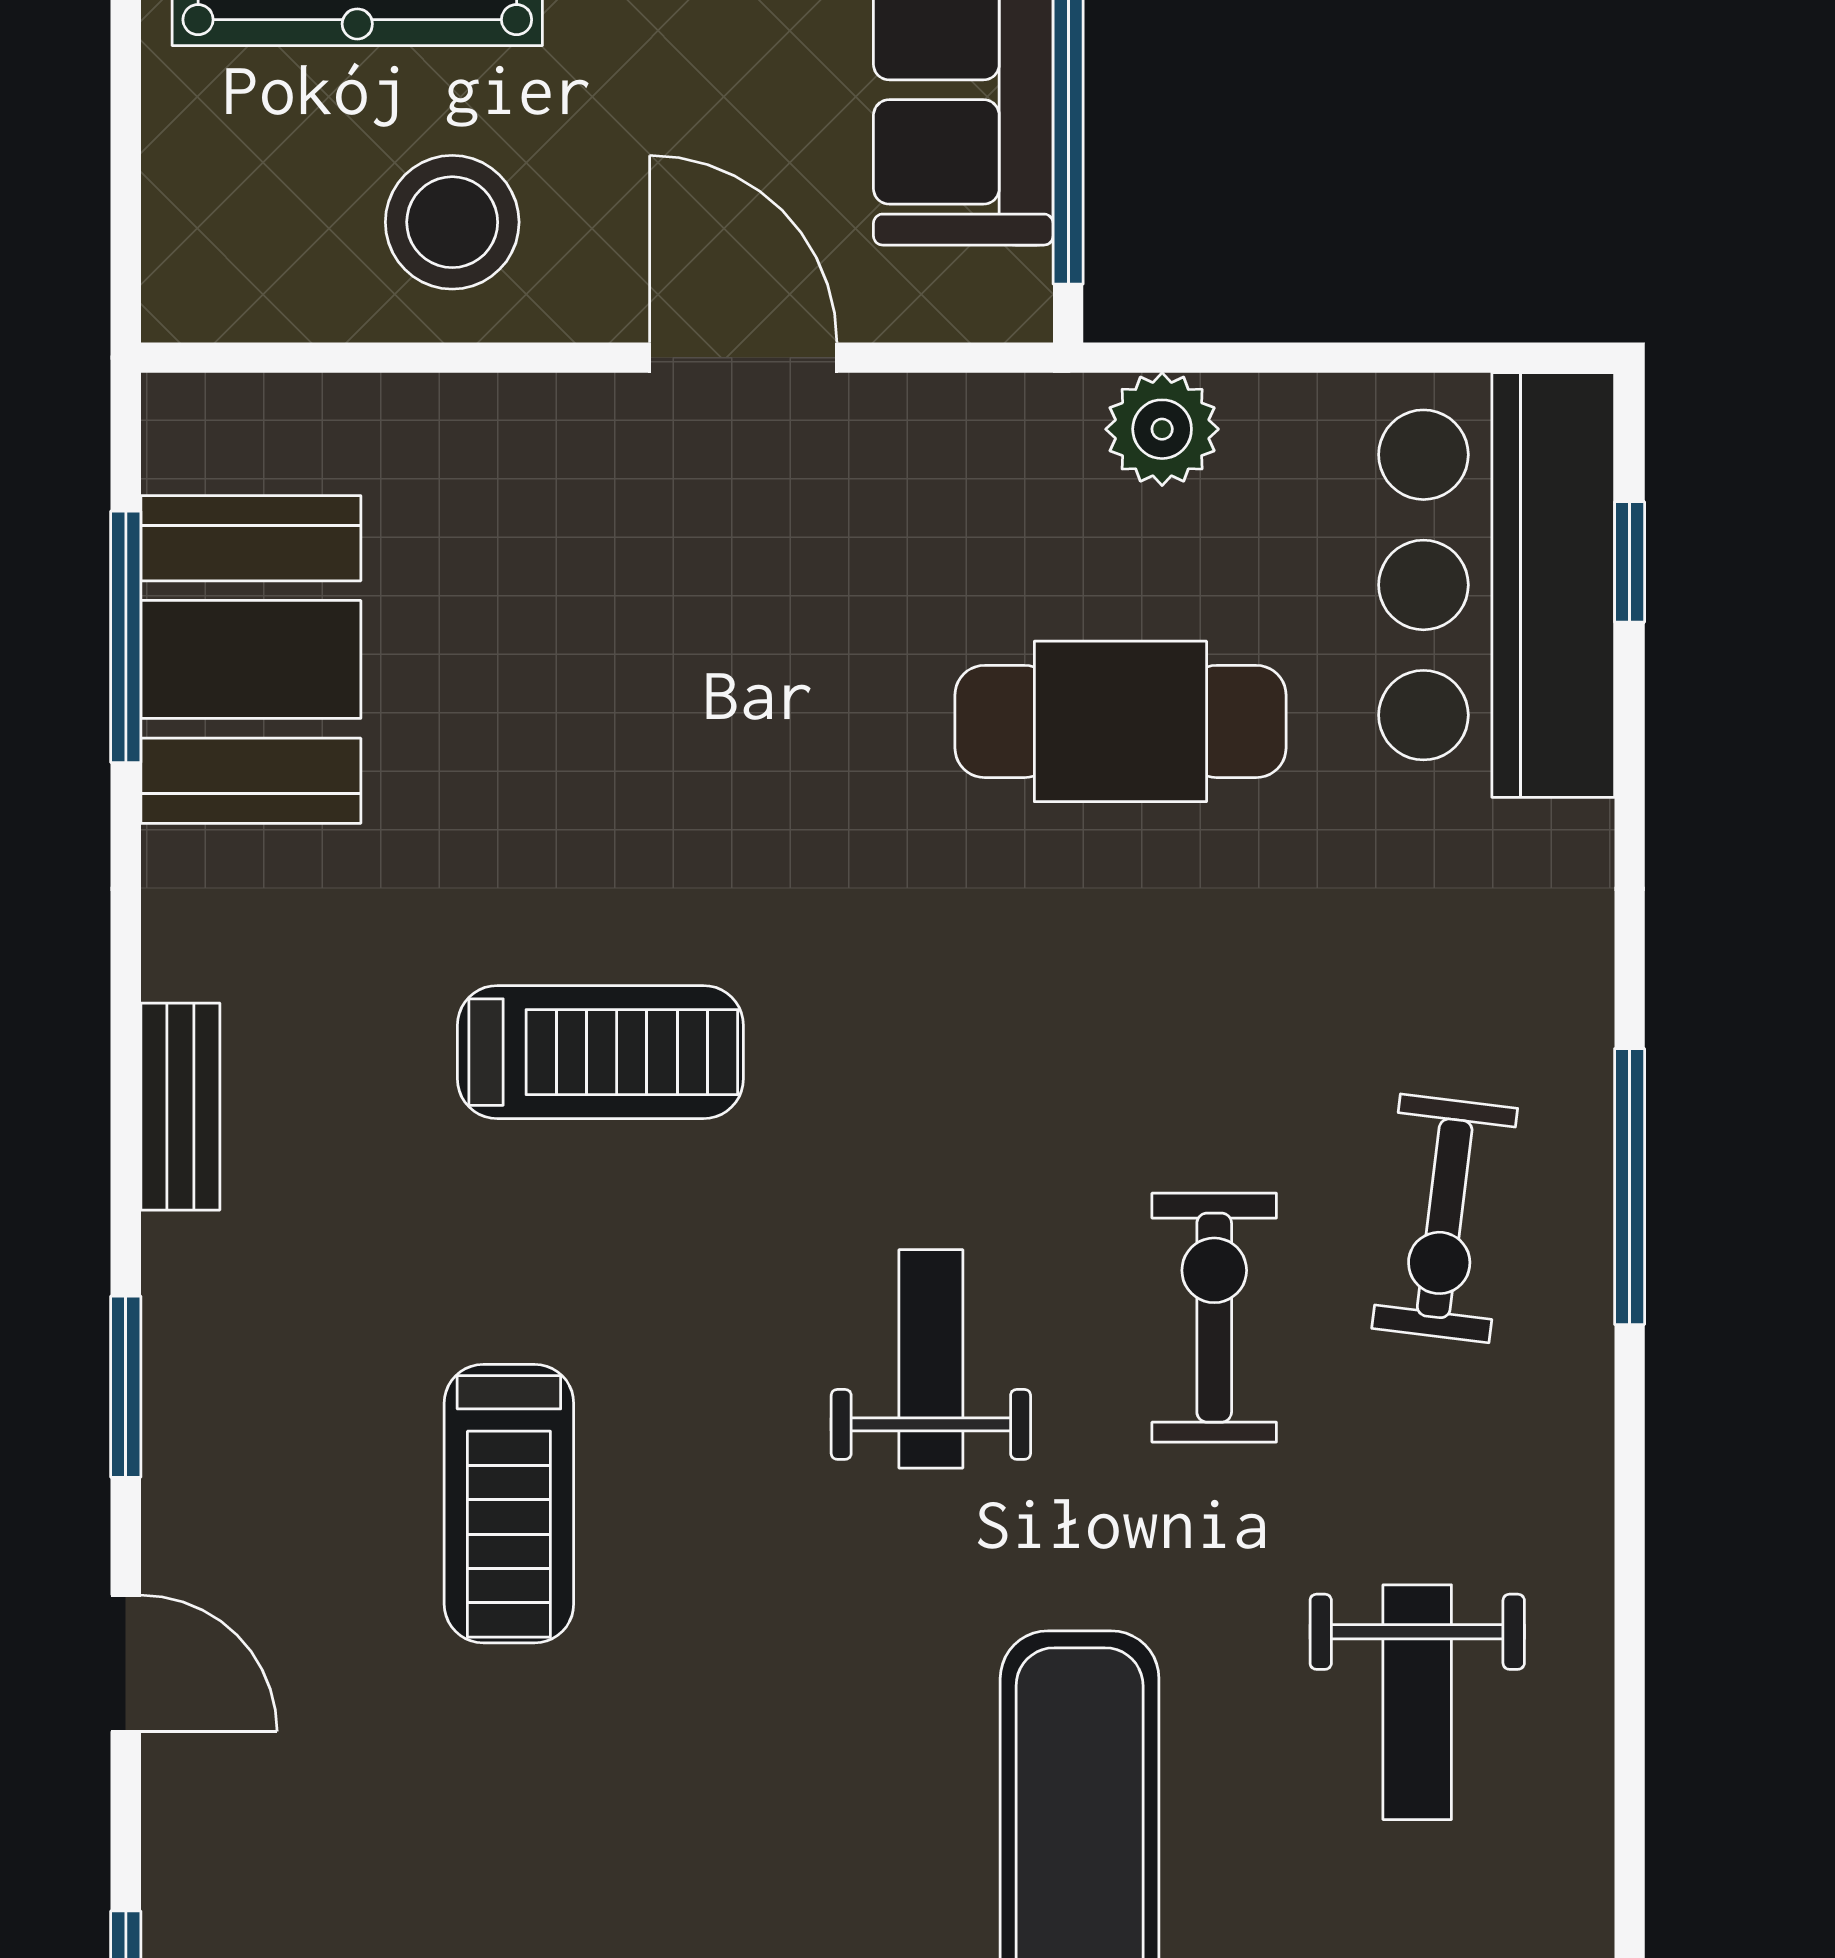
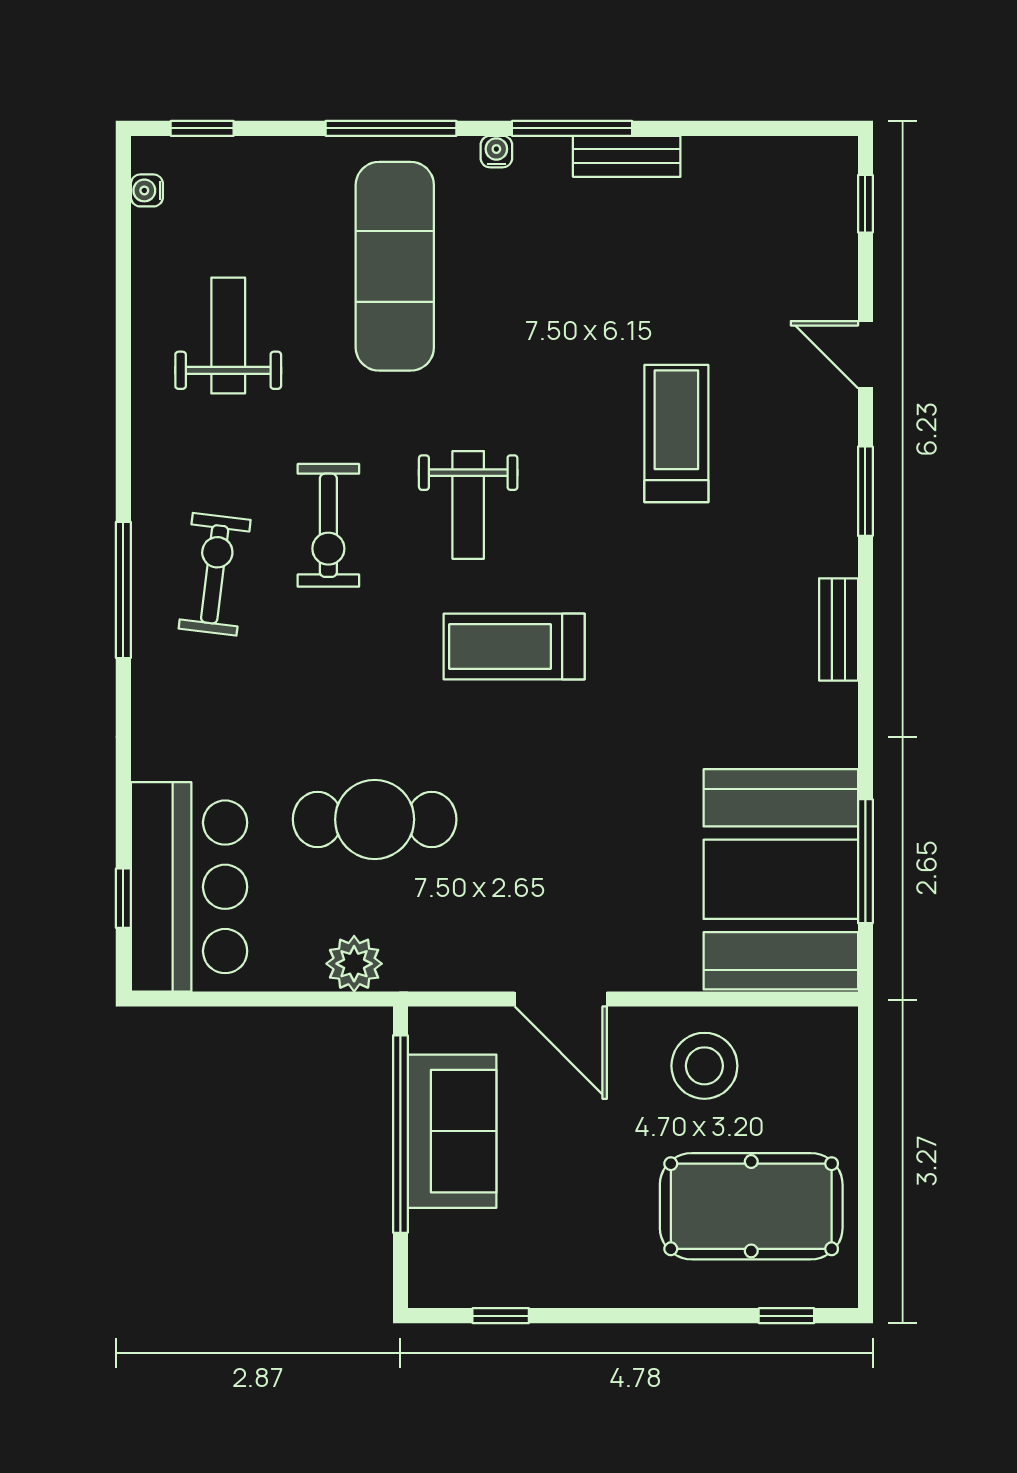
booth: (251, 659) -> (781, 879), width x1.36, depth x1.42
treadmill: (600, 1052) -> (514, 647), moved

